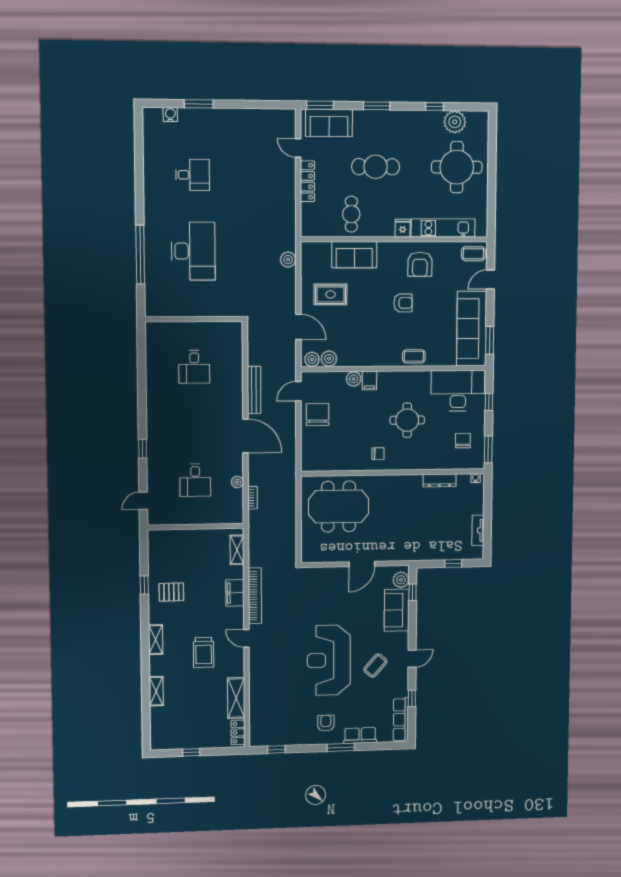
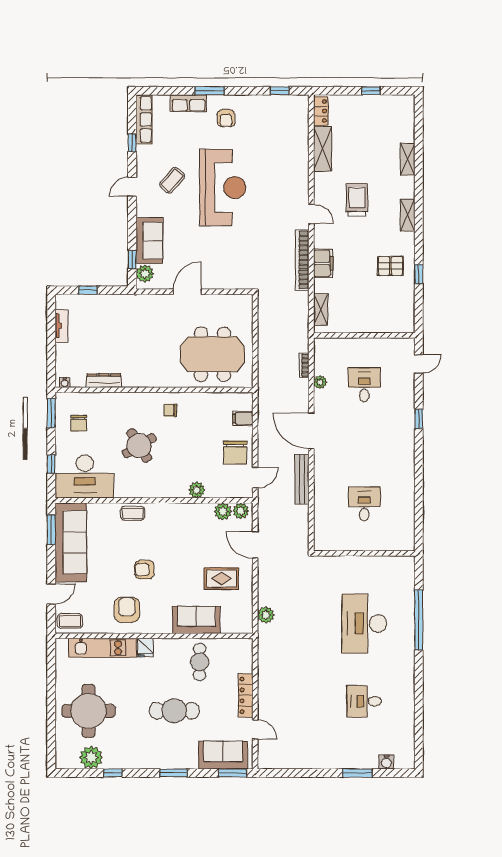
filing cabinet: (369, 381) -> (243, 418), moved, turned -90
round table: (407, 420) -> (139, 446), turned -31

